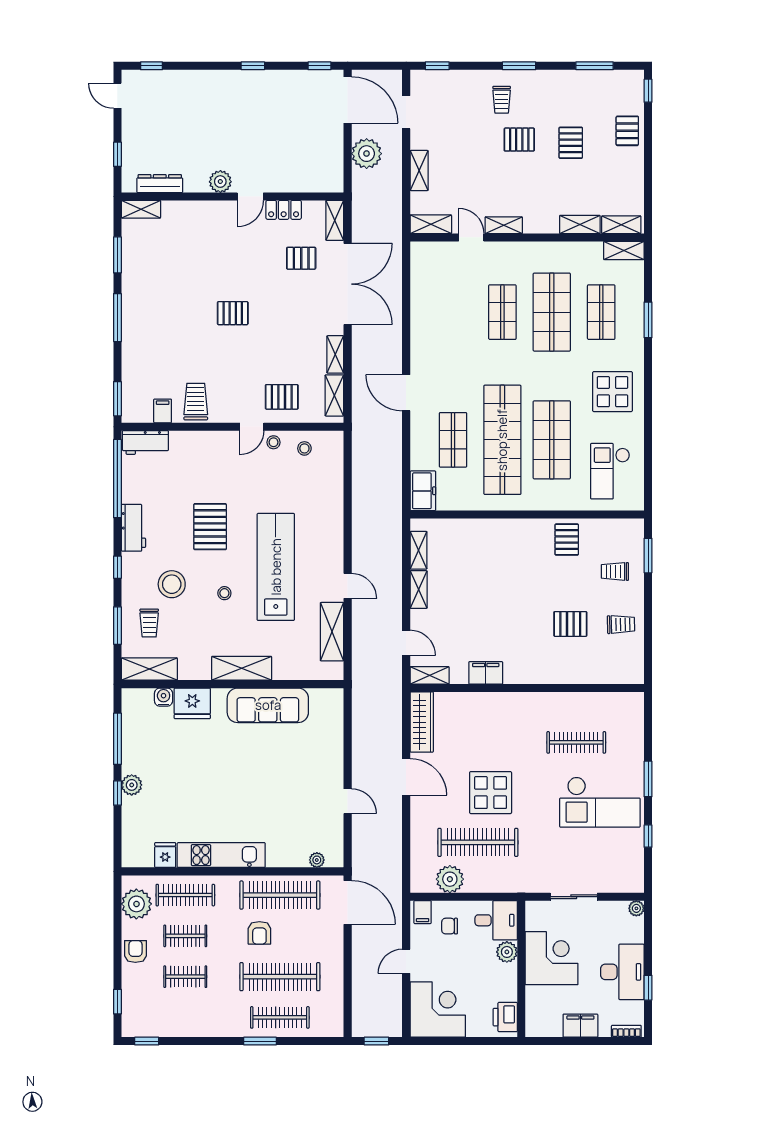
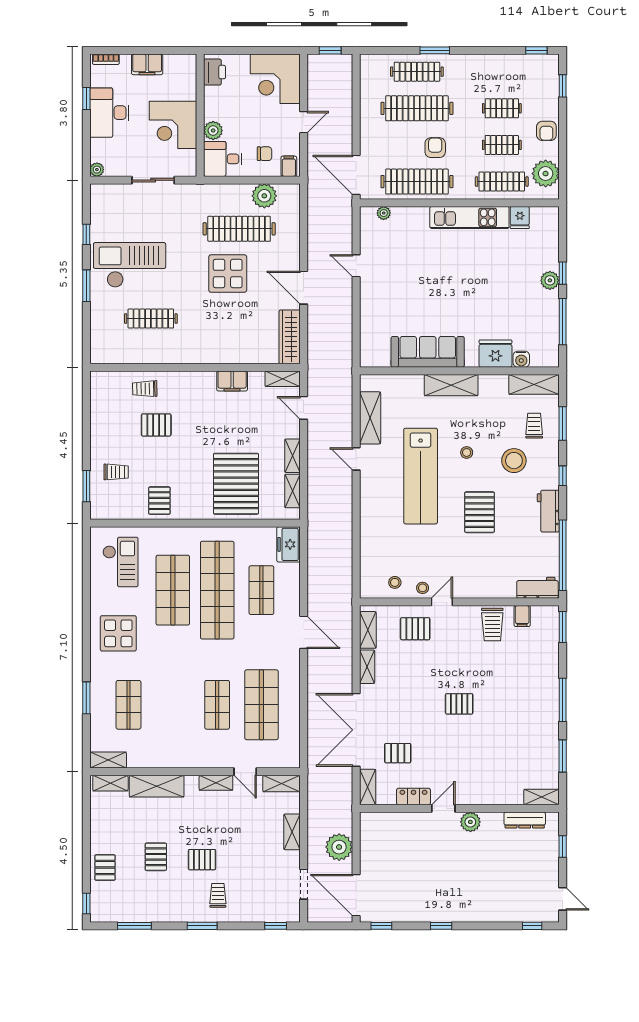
shelving: (580, 224) -> (157, 786), width x1.50, depth x1.33
shop shelf: (552, 312) -> (261, 705), moved
pallet: (481, 558) -> (236, 484), added
trolley: (621, 624) -> (145, 389), moved

